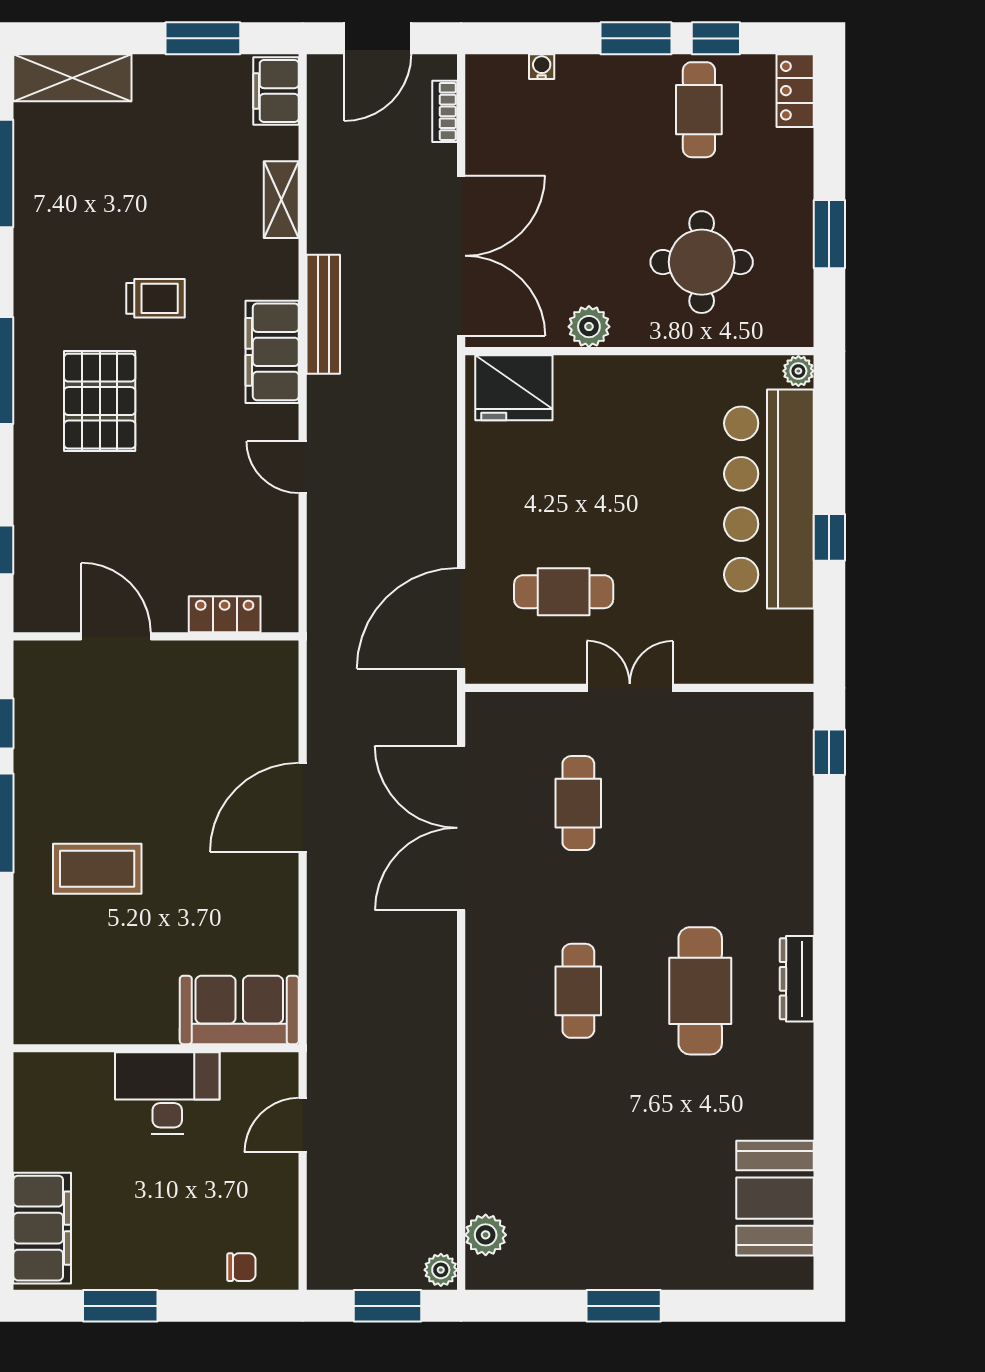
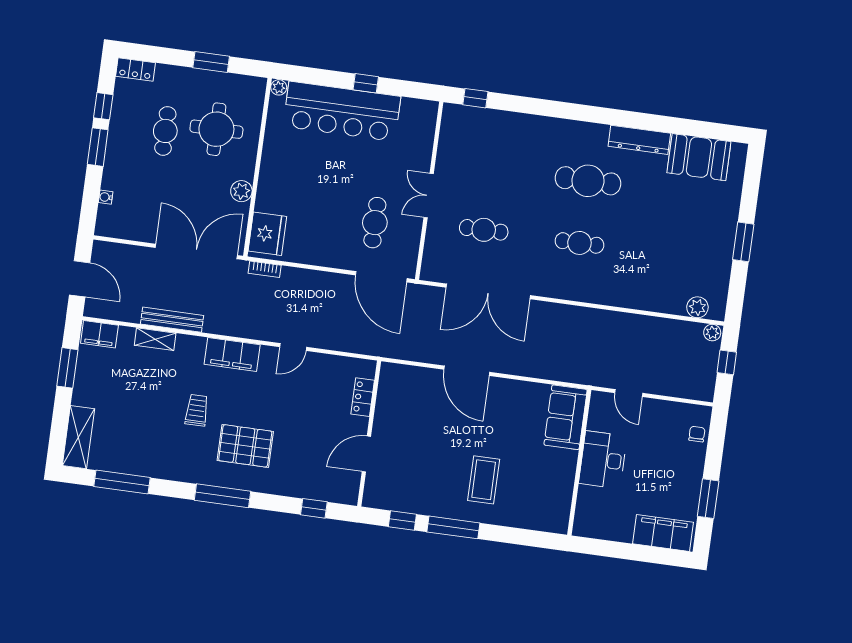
cafe table: (699, 110) -> (165, 131), moved, turned 90
bookcase: (445, 111) -> (265, 269), moved
bench: (323, 314) -> (172, 320), moved
dresser: (797, 979) -> (639, 140), moved, width x1.37, depth x1.24
window: (387, 1306) -> (727, 362), width x0.67

